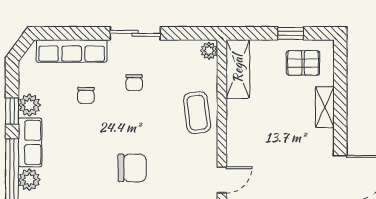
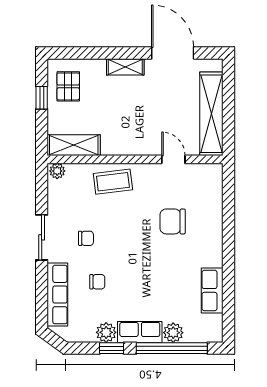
shelving: (325, 107) -> (125, 67), moved
chair: (132, 168) -> (173, 221), moved, turned -90

